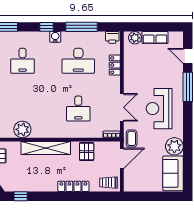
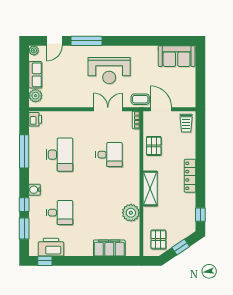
window: (47, 27) -> (24, 205), moved
water cooler: (55, 37) -> (35, 190), moved
locker: (115, 65) -> (64, 117), removed
plant: (174, 146) -> (34, 50), moved, width x0.53, depth x0.53
shelving: (46, 148) -> (150, 188), width x0.68
pallet: (87, 152) -> (154, 146), turned 90
locker: (73, 186) -> (190, 176), moved

